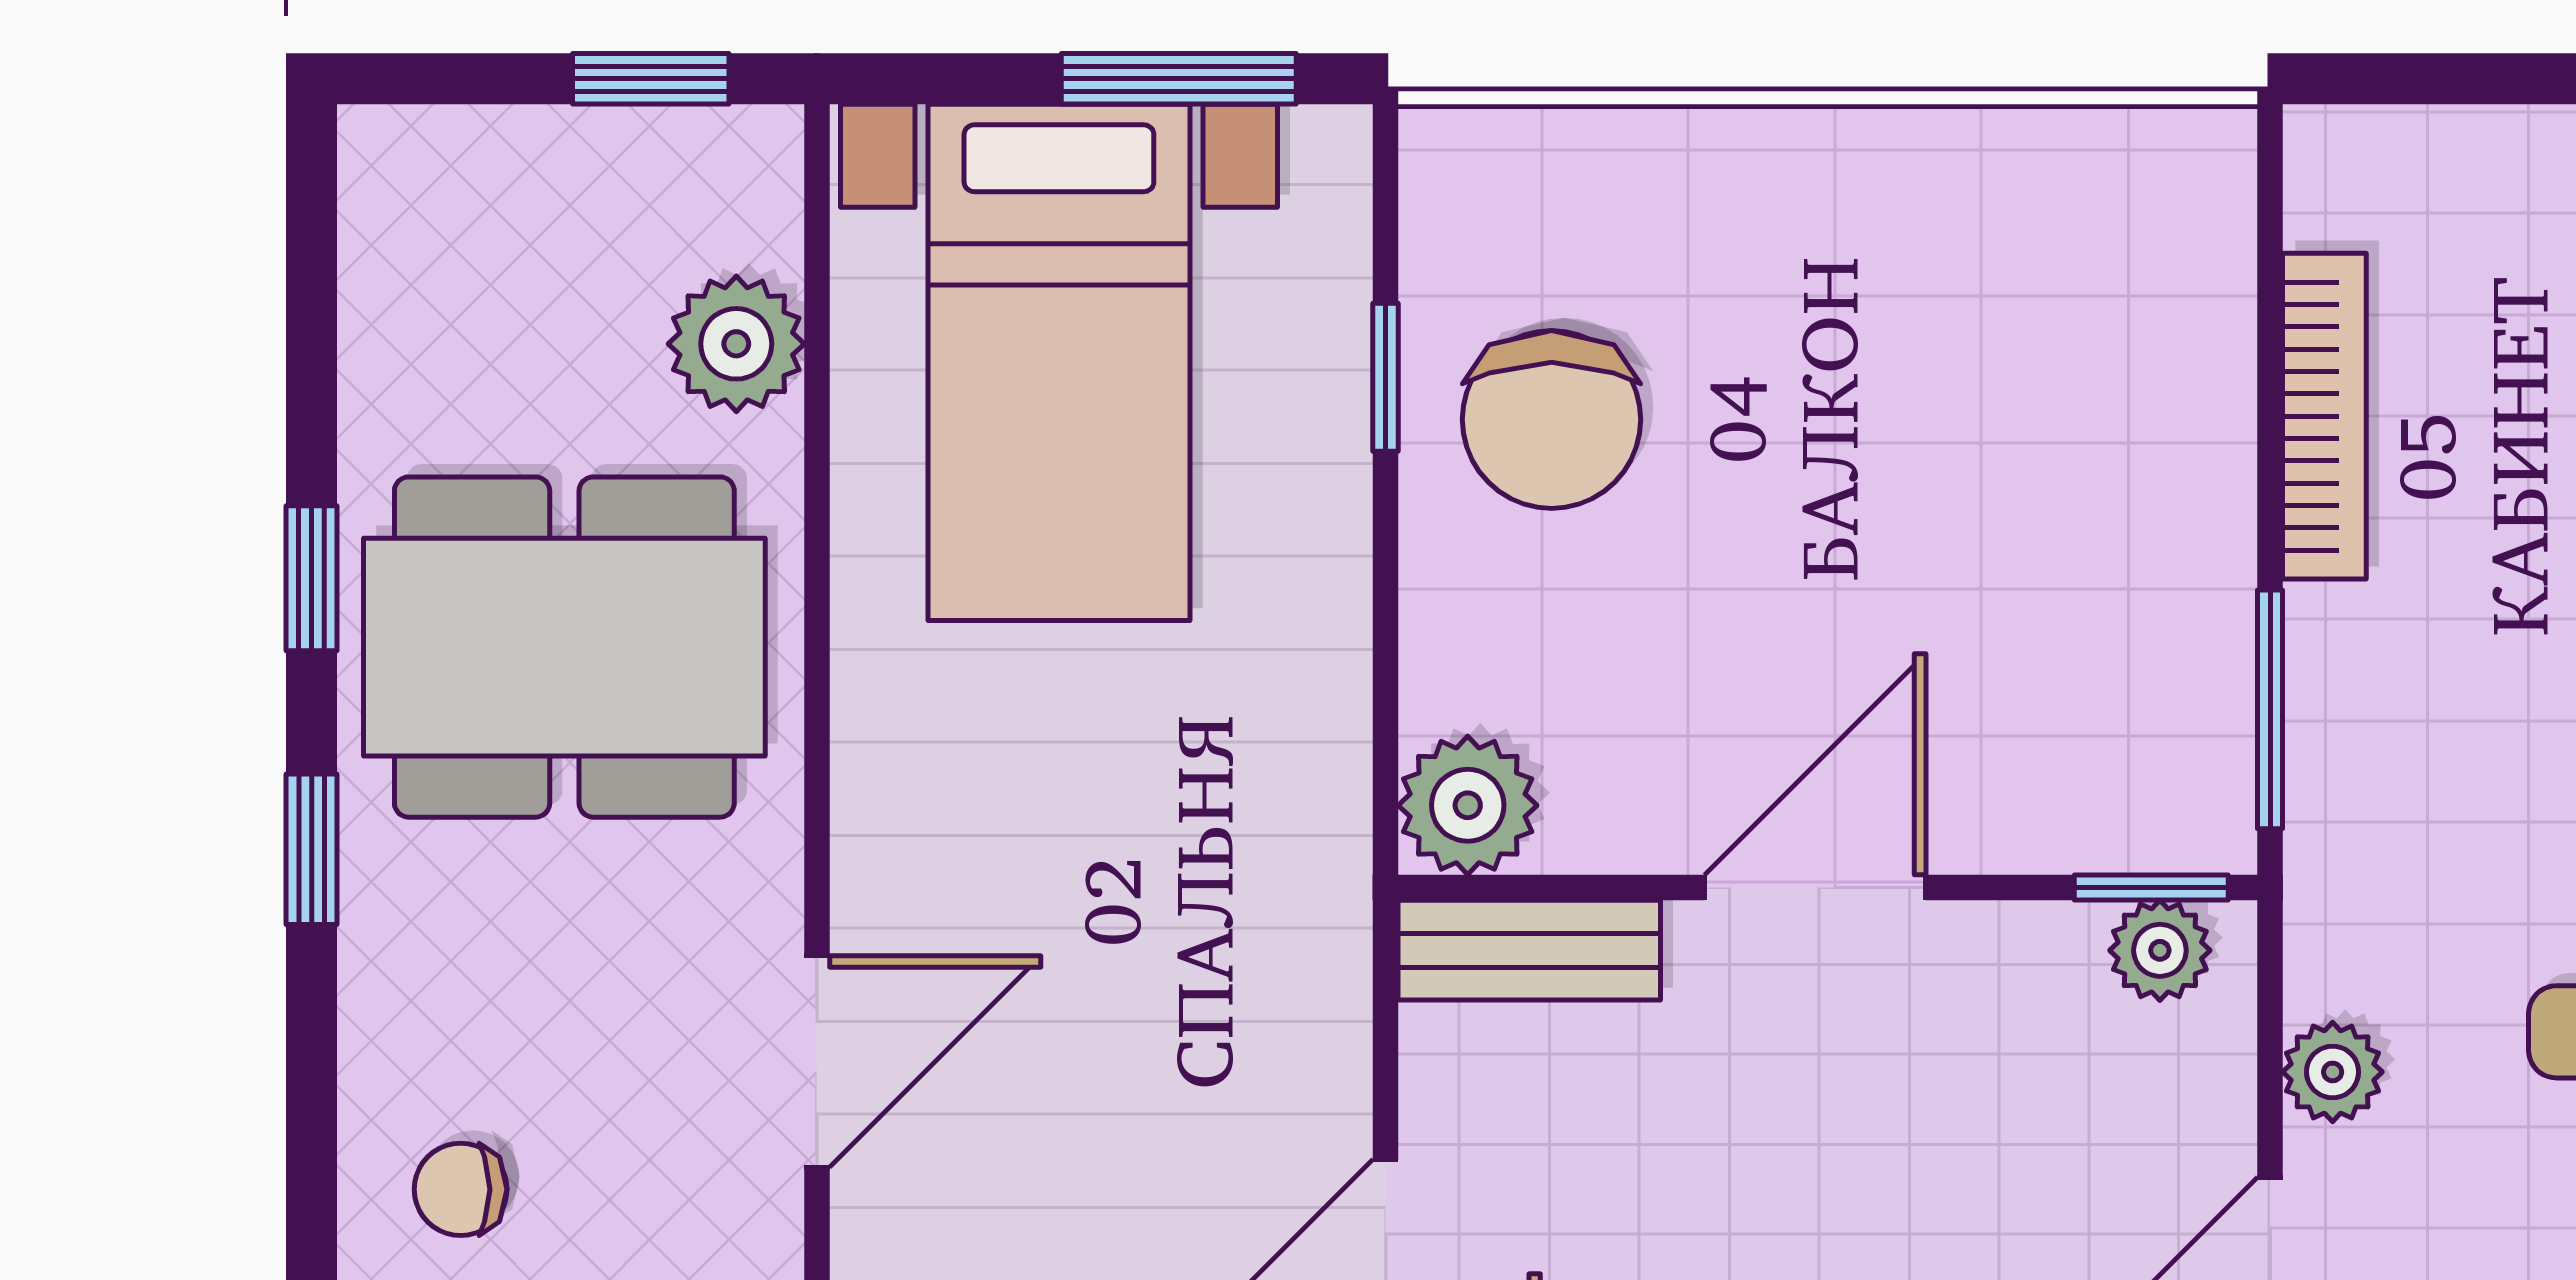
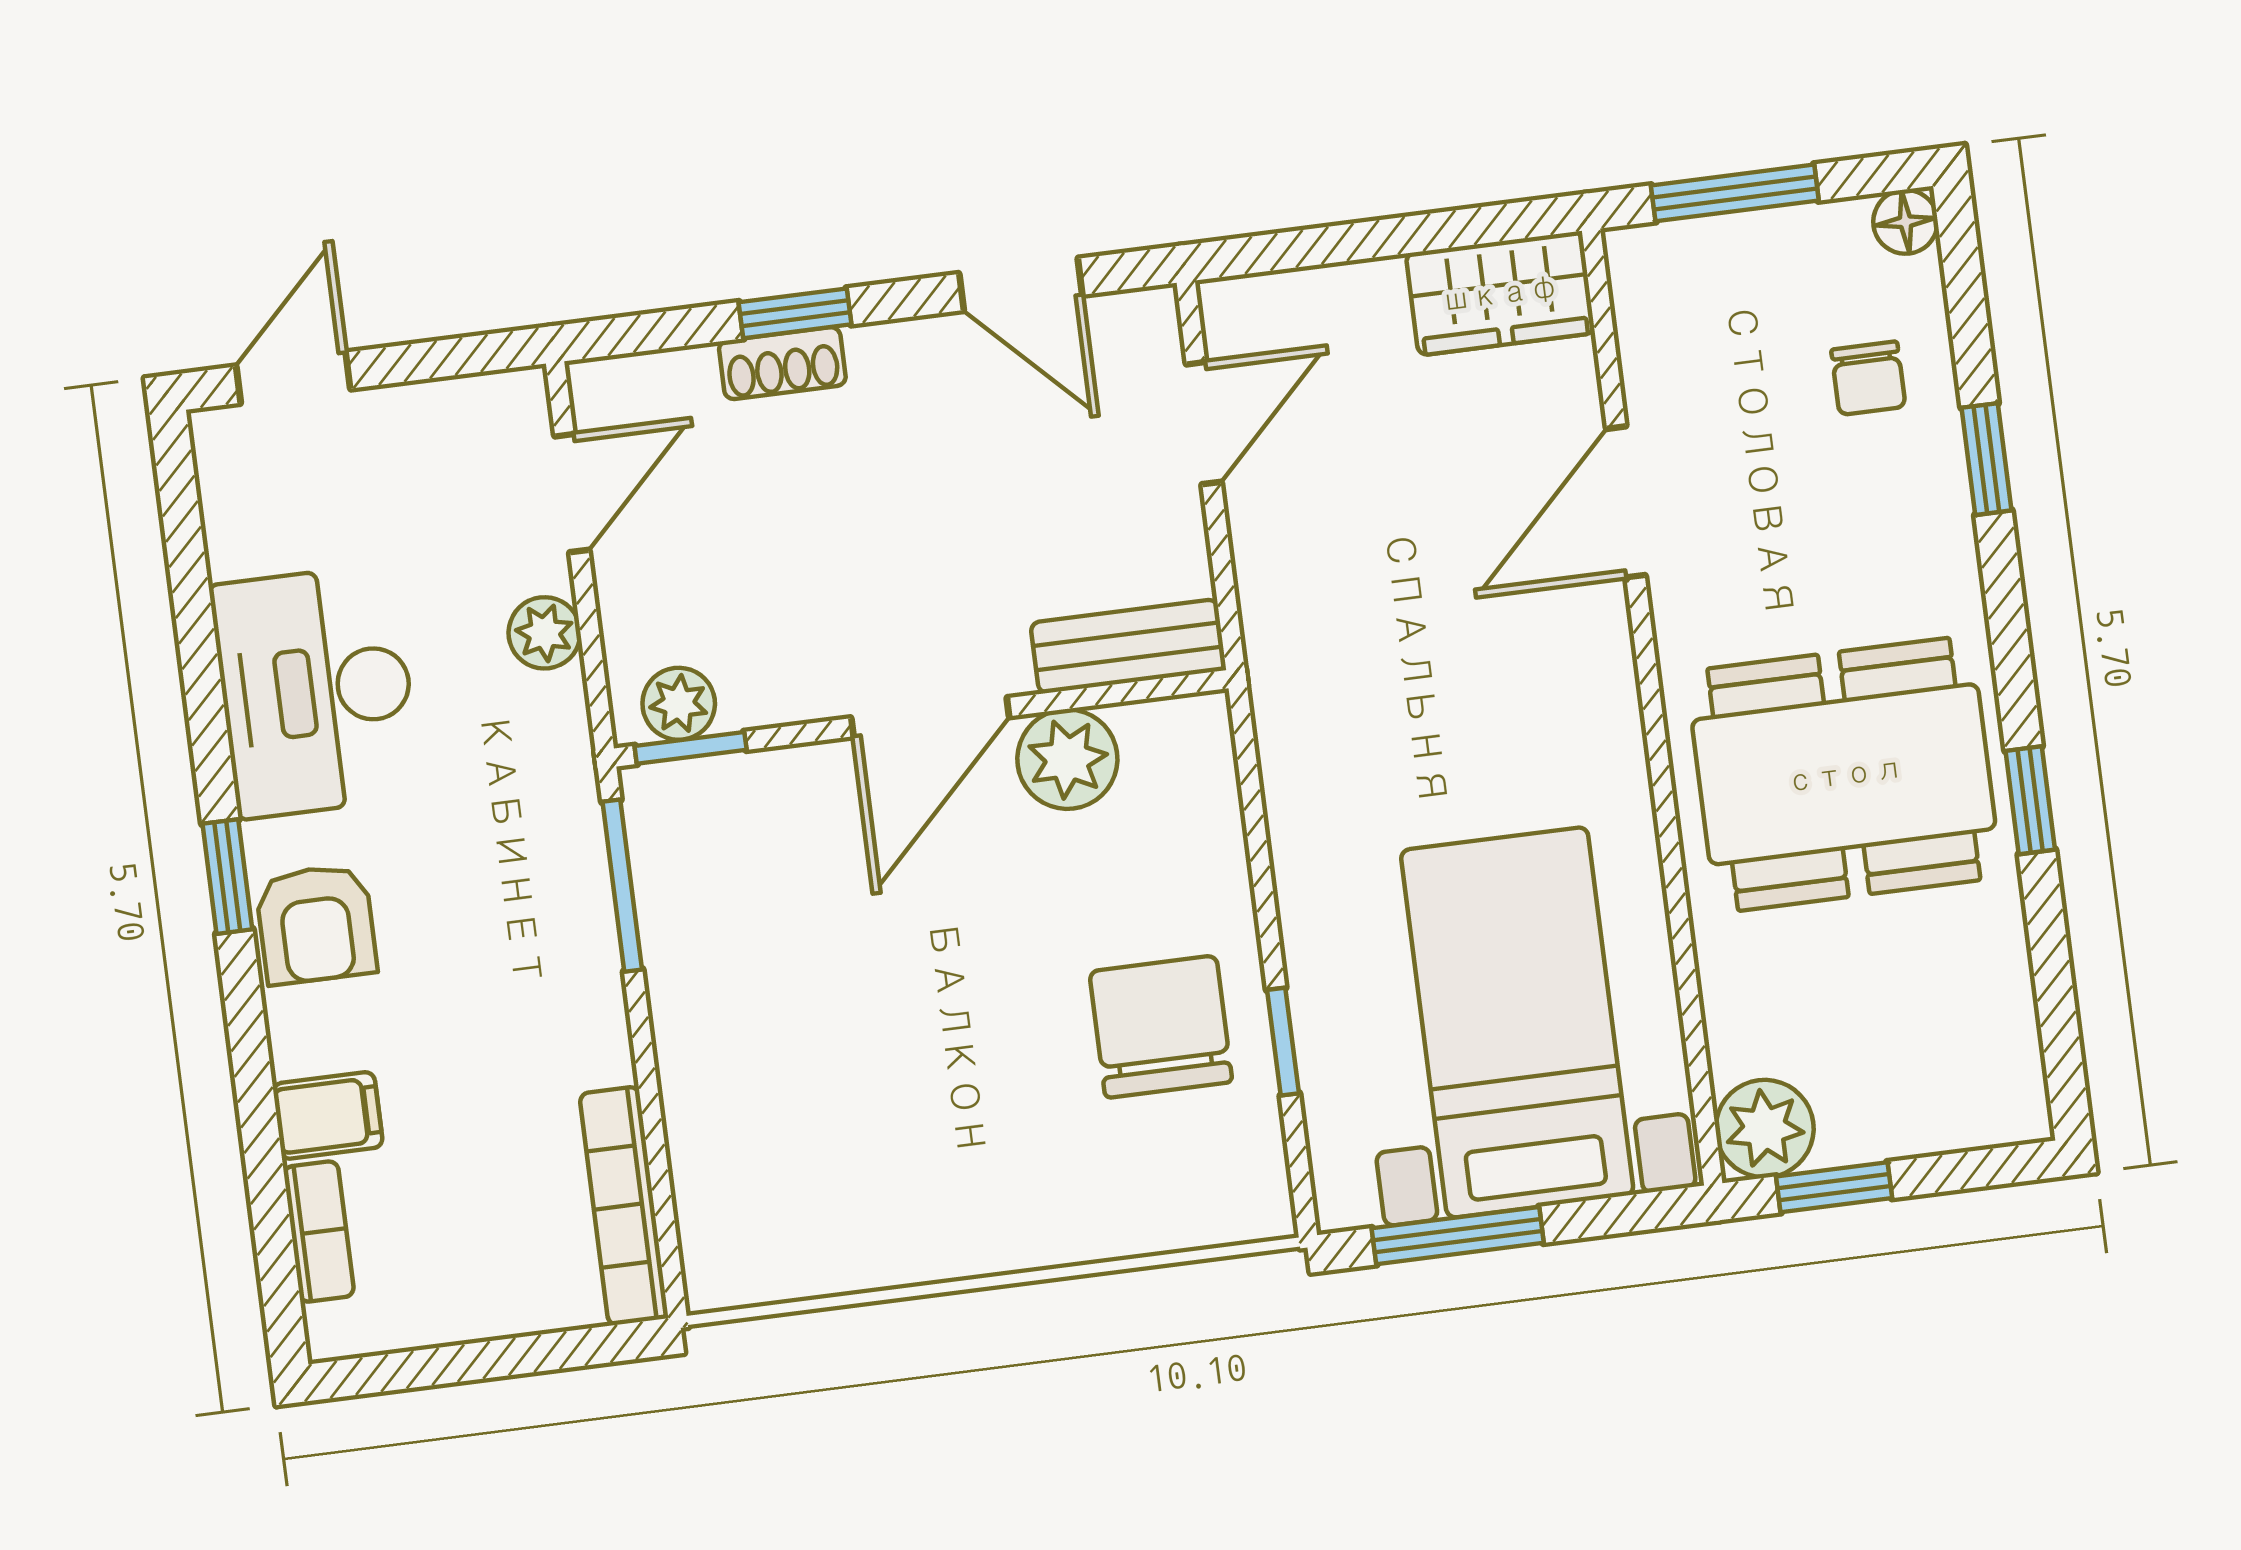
plant: (736, 344) -> (1765, 1129), moved
bookcase: (2324, 416) -> (624, 1206), moved
plant: (1468, 805) -> (1067, 759), moved
window: (312, 849) -> (1987, 459), moved
chair: (461, 1189) -> (1868, 378), turned 90

